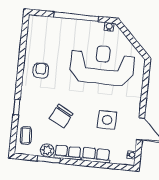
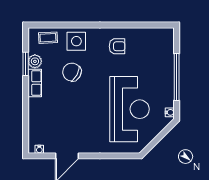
window: (17, 107) -> (77, 25), removed
side table: (107, 120) -> (76, 41), moved
row of seats: (96, 155) -> (35, 112), removed

